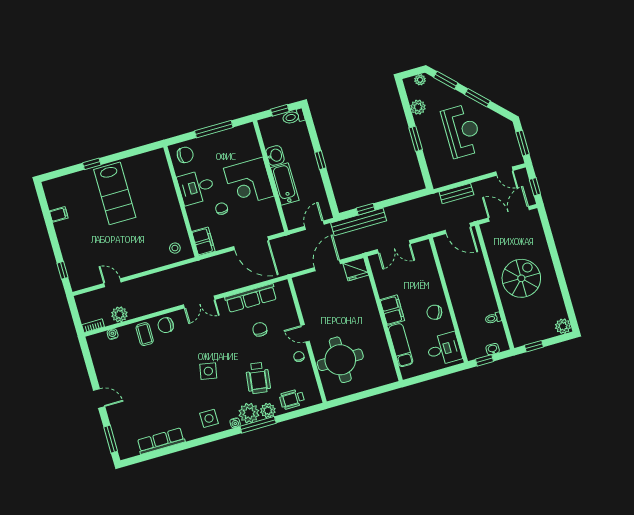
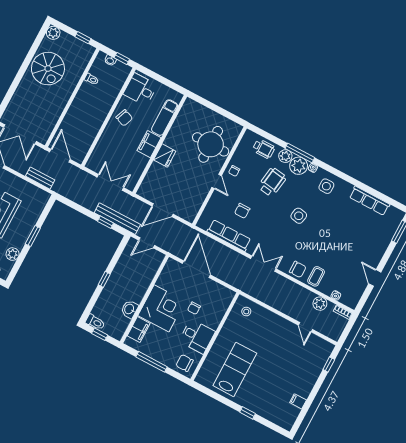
bathtub: (285, 184) -> (140, 286), removed
lab bench: (115, 193) -> (235, 369), moved
filing cabinet: (203, 241) -> (139, 330), moved, turned 180
fridge: (356, 269) -> (165, 155), moved, turned 90
spiral stairs: (521, 278) -> (48, 69), moved, turned -90
door: (99, 398) -> (375, 278), moved

